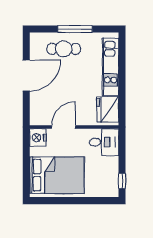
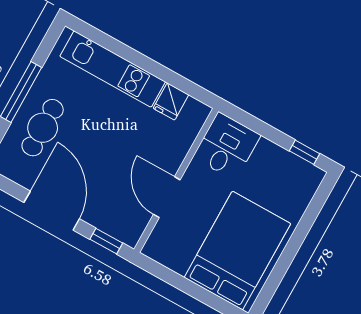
fridge: (108, 109) -> (171, 102), width x0.53, depth x0.75
window: (26, 110) -> (106, 241), added
nightstand: (38, 138) -> (161, 248), removed

